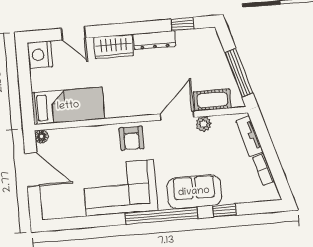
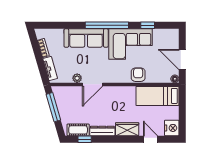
cot: (212, 100) -> (78, 130), moved
armchair: (132, 138) -> (138, 75), moved
sofa: (194, 192) -> (86, 38), width x1.36
window: (224, 210) -> (148, 25), moved

